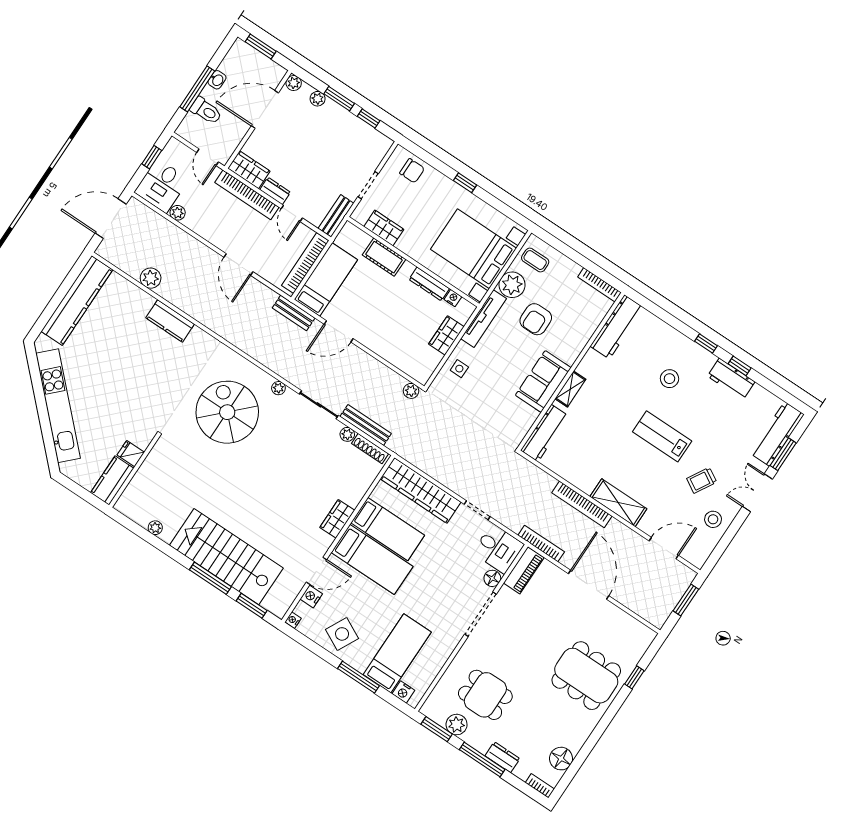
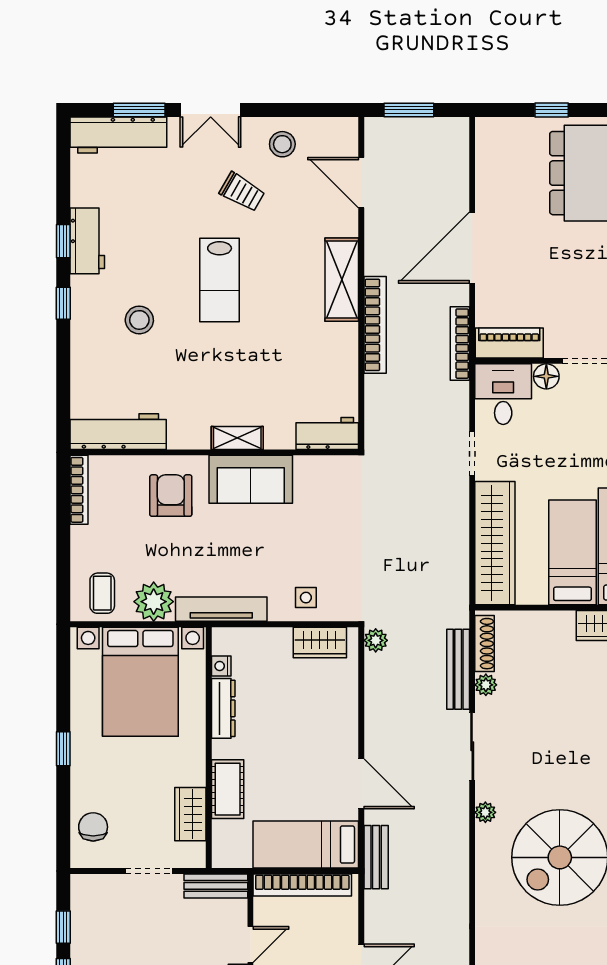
armchair: (536, 319) -> (171, 496), moved, turned -90
wardrobe: (446, 335) -> (320, 642), moved
workbench: (545, 433) -> (327, 434), width x0.73

